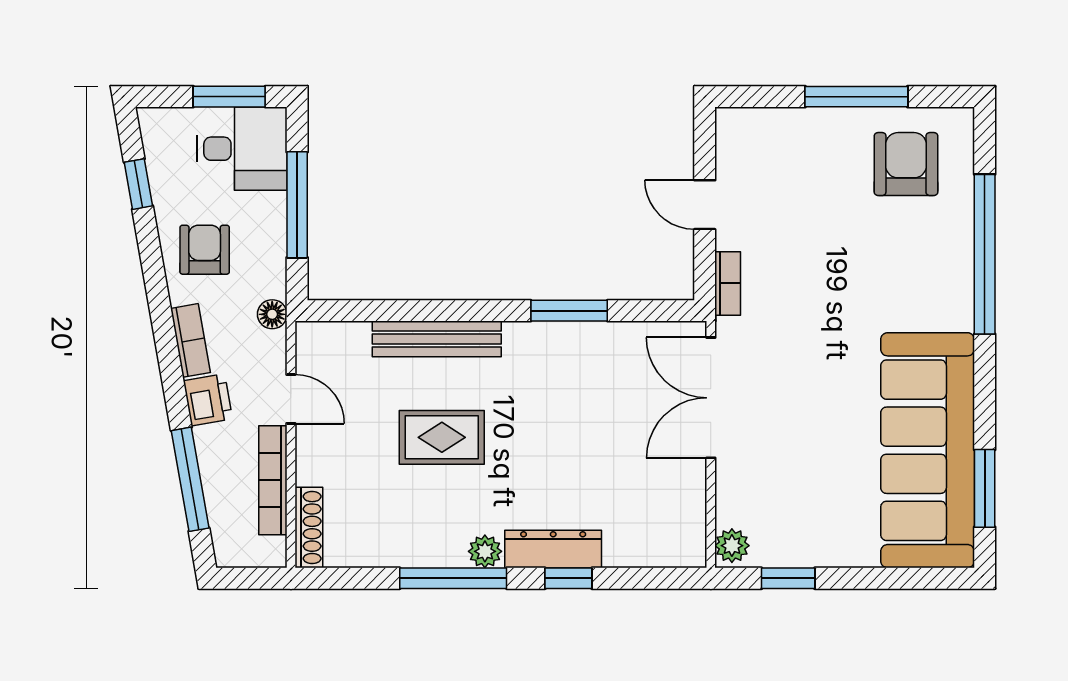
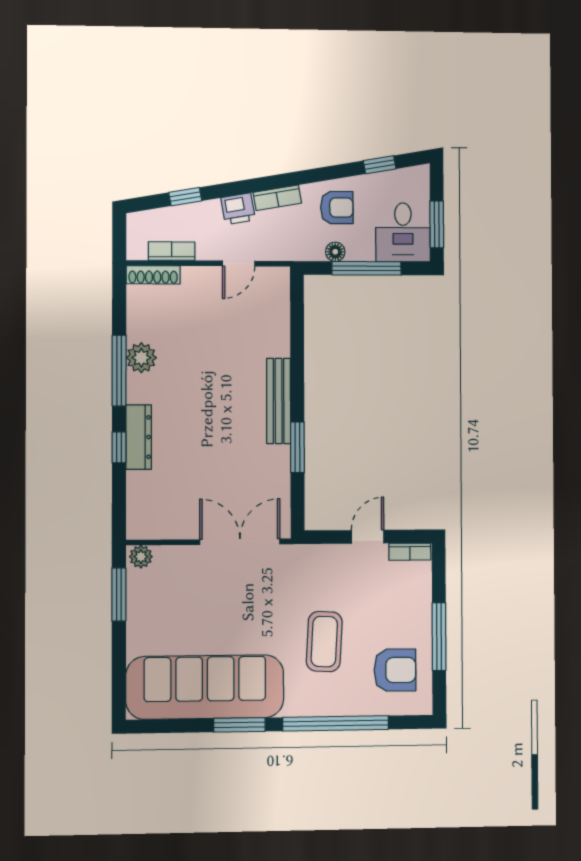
coffee table: (862, 271) -> (324, 642), added
bookcase: (728, 283) -> (410, 552), moved
floor lamp: (272, 314) -> (335, 252), moved
bench: (437, 339) -> (279, 401), moved
rug: (442, 437) -> (213, 363), removed
window: (190, 479) -> (185, 197), width x0.46
bookcase: (273, 480) -> (172, 251), width x0.64
window: (985, 488) -> (239, 725), moved
plant: (485, 551) -> (141, 358), moved, width x1.38, depth x1.38
window: (788, 578) -> (119, 594), width x1.50

